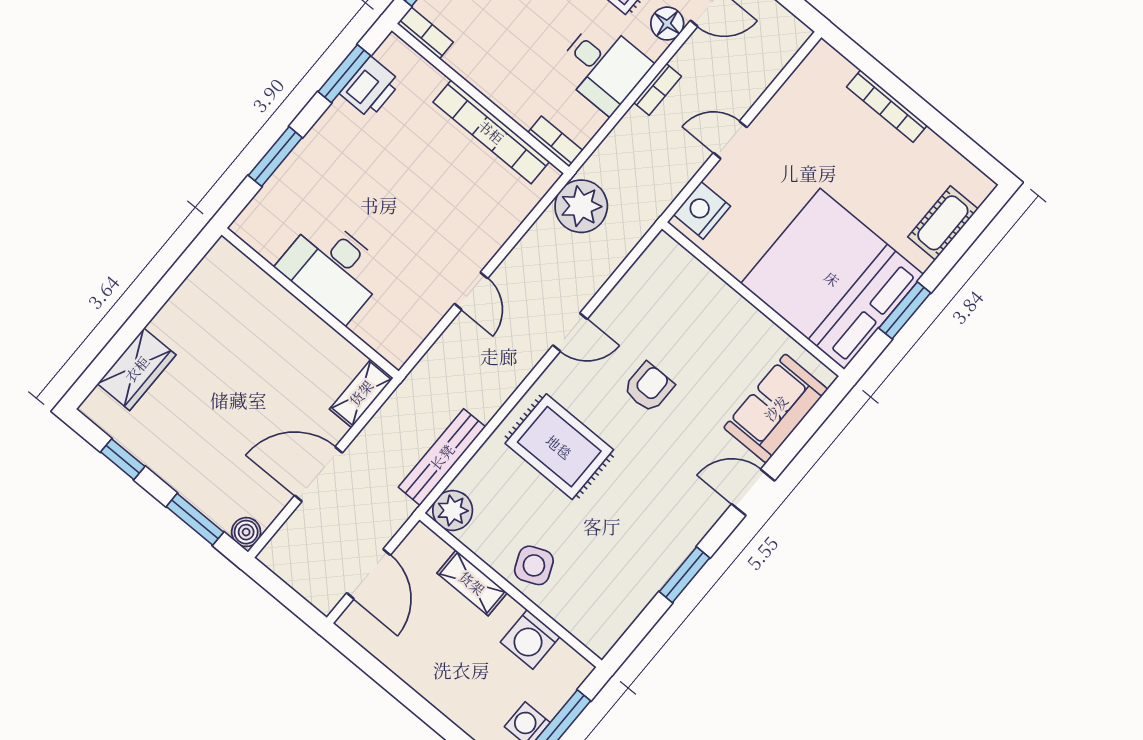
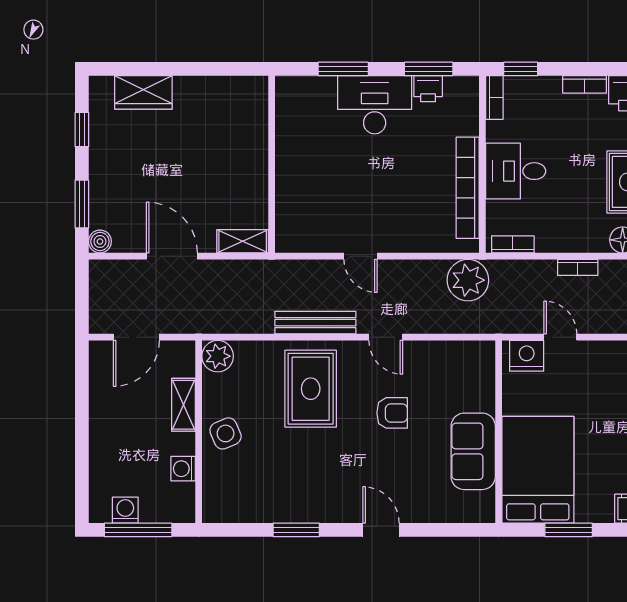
desk: (603, 67) -> (516, 171), moved, turned 90
printer: (370, 88) -> (428, 89), width x0.73, depth x0.81
door: (730, 140) -> (560, 337), moved
bookcase: (555, 142) -> (513, 244), moved, turned -90
desk: (333, 269) -> (375, 105), moved, turned 90
bed: (832, 279) -> (538, 470), width x0.73
door: (471, 291) -> (361, 256), hinge flipped
sofa: (776, 408) -> (473, 451), moved, turned -90
bench: (442, 457) -> (315, 323), moved
washing machine: (530, 639) -> (183, 469), width x0.73, depth x0.73

